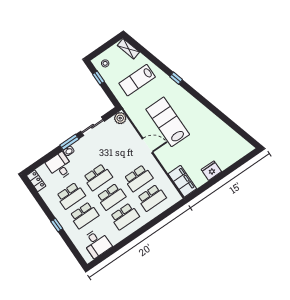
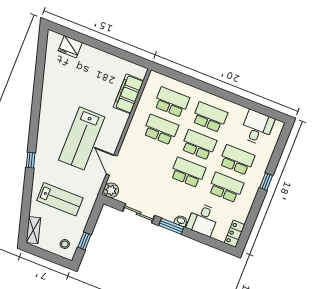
door: (147, 145) -> (112, 165), moved
fridge: (211, 171) -> (70, 47), moved
filing cabinet: (182, 181) -> (128, 94), moved

